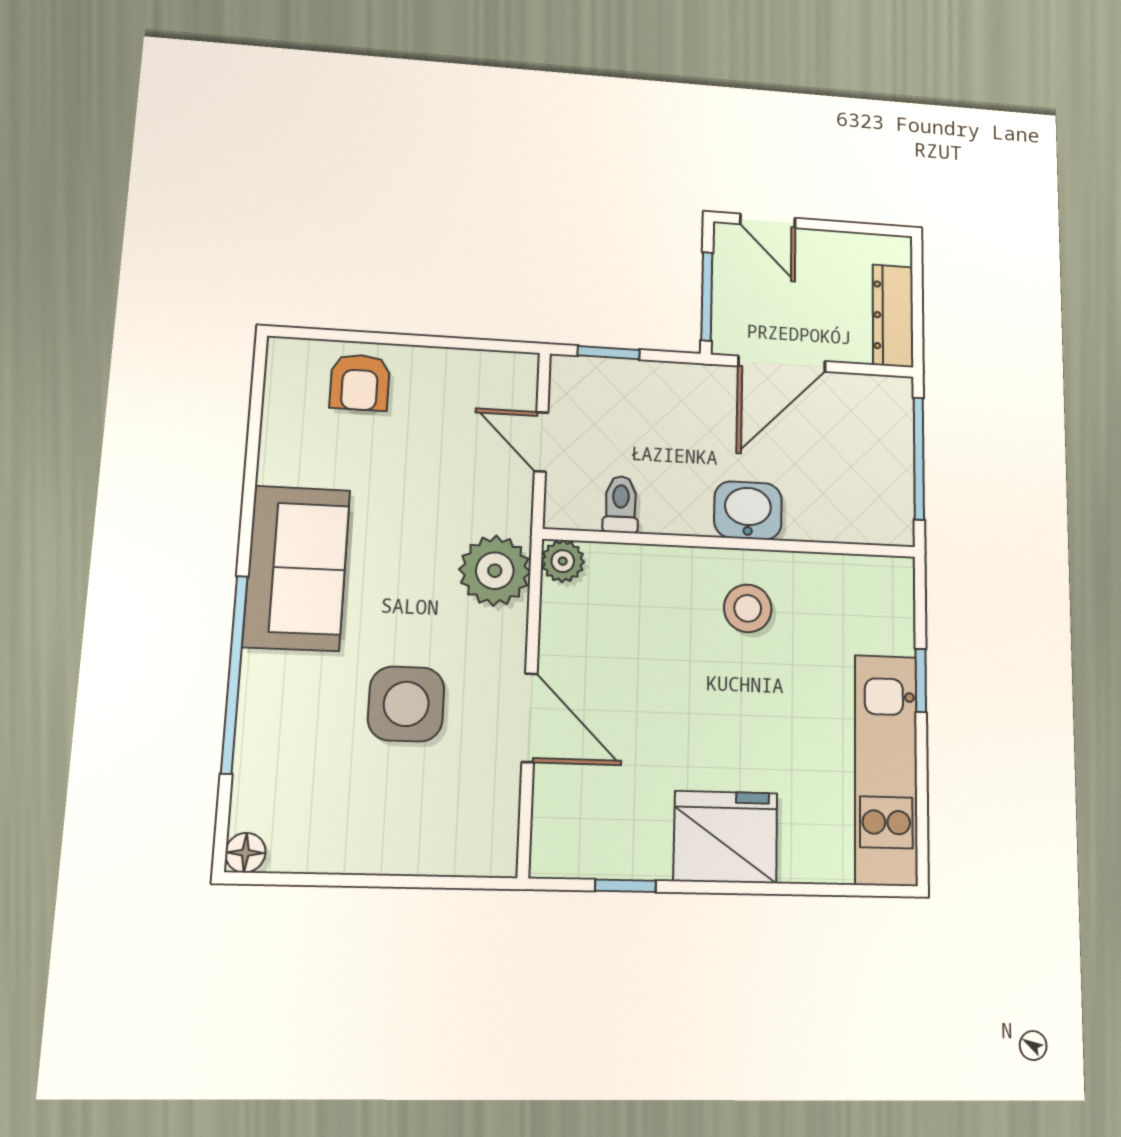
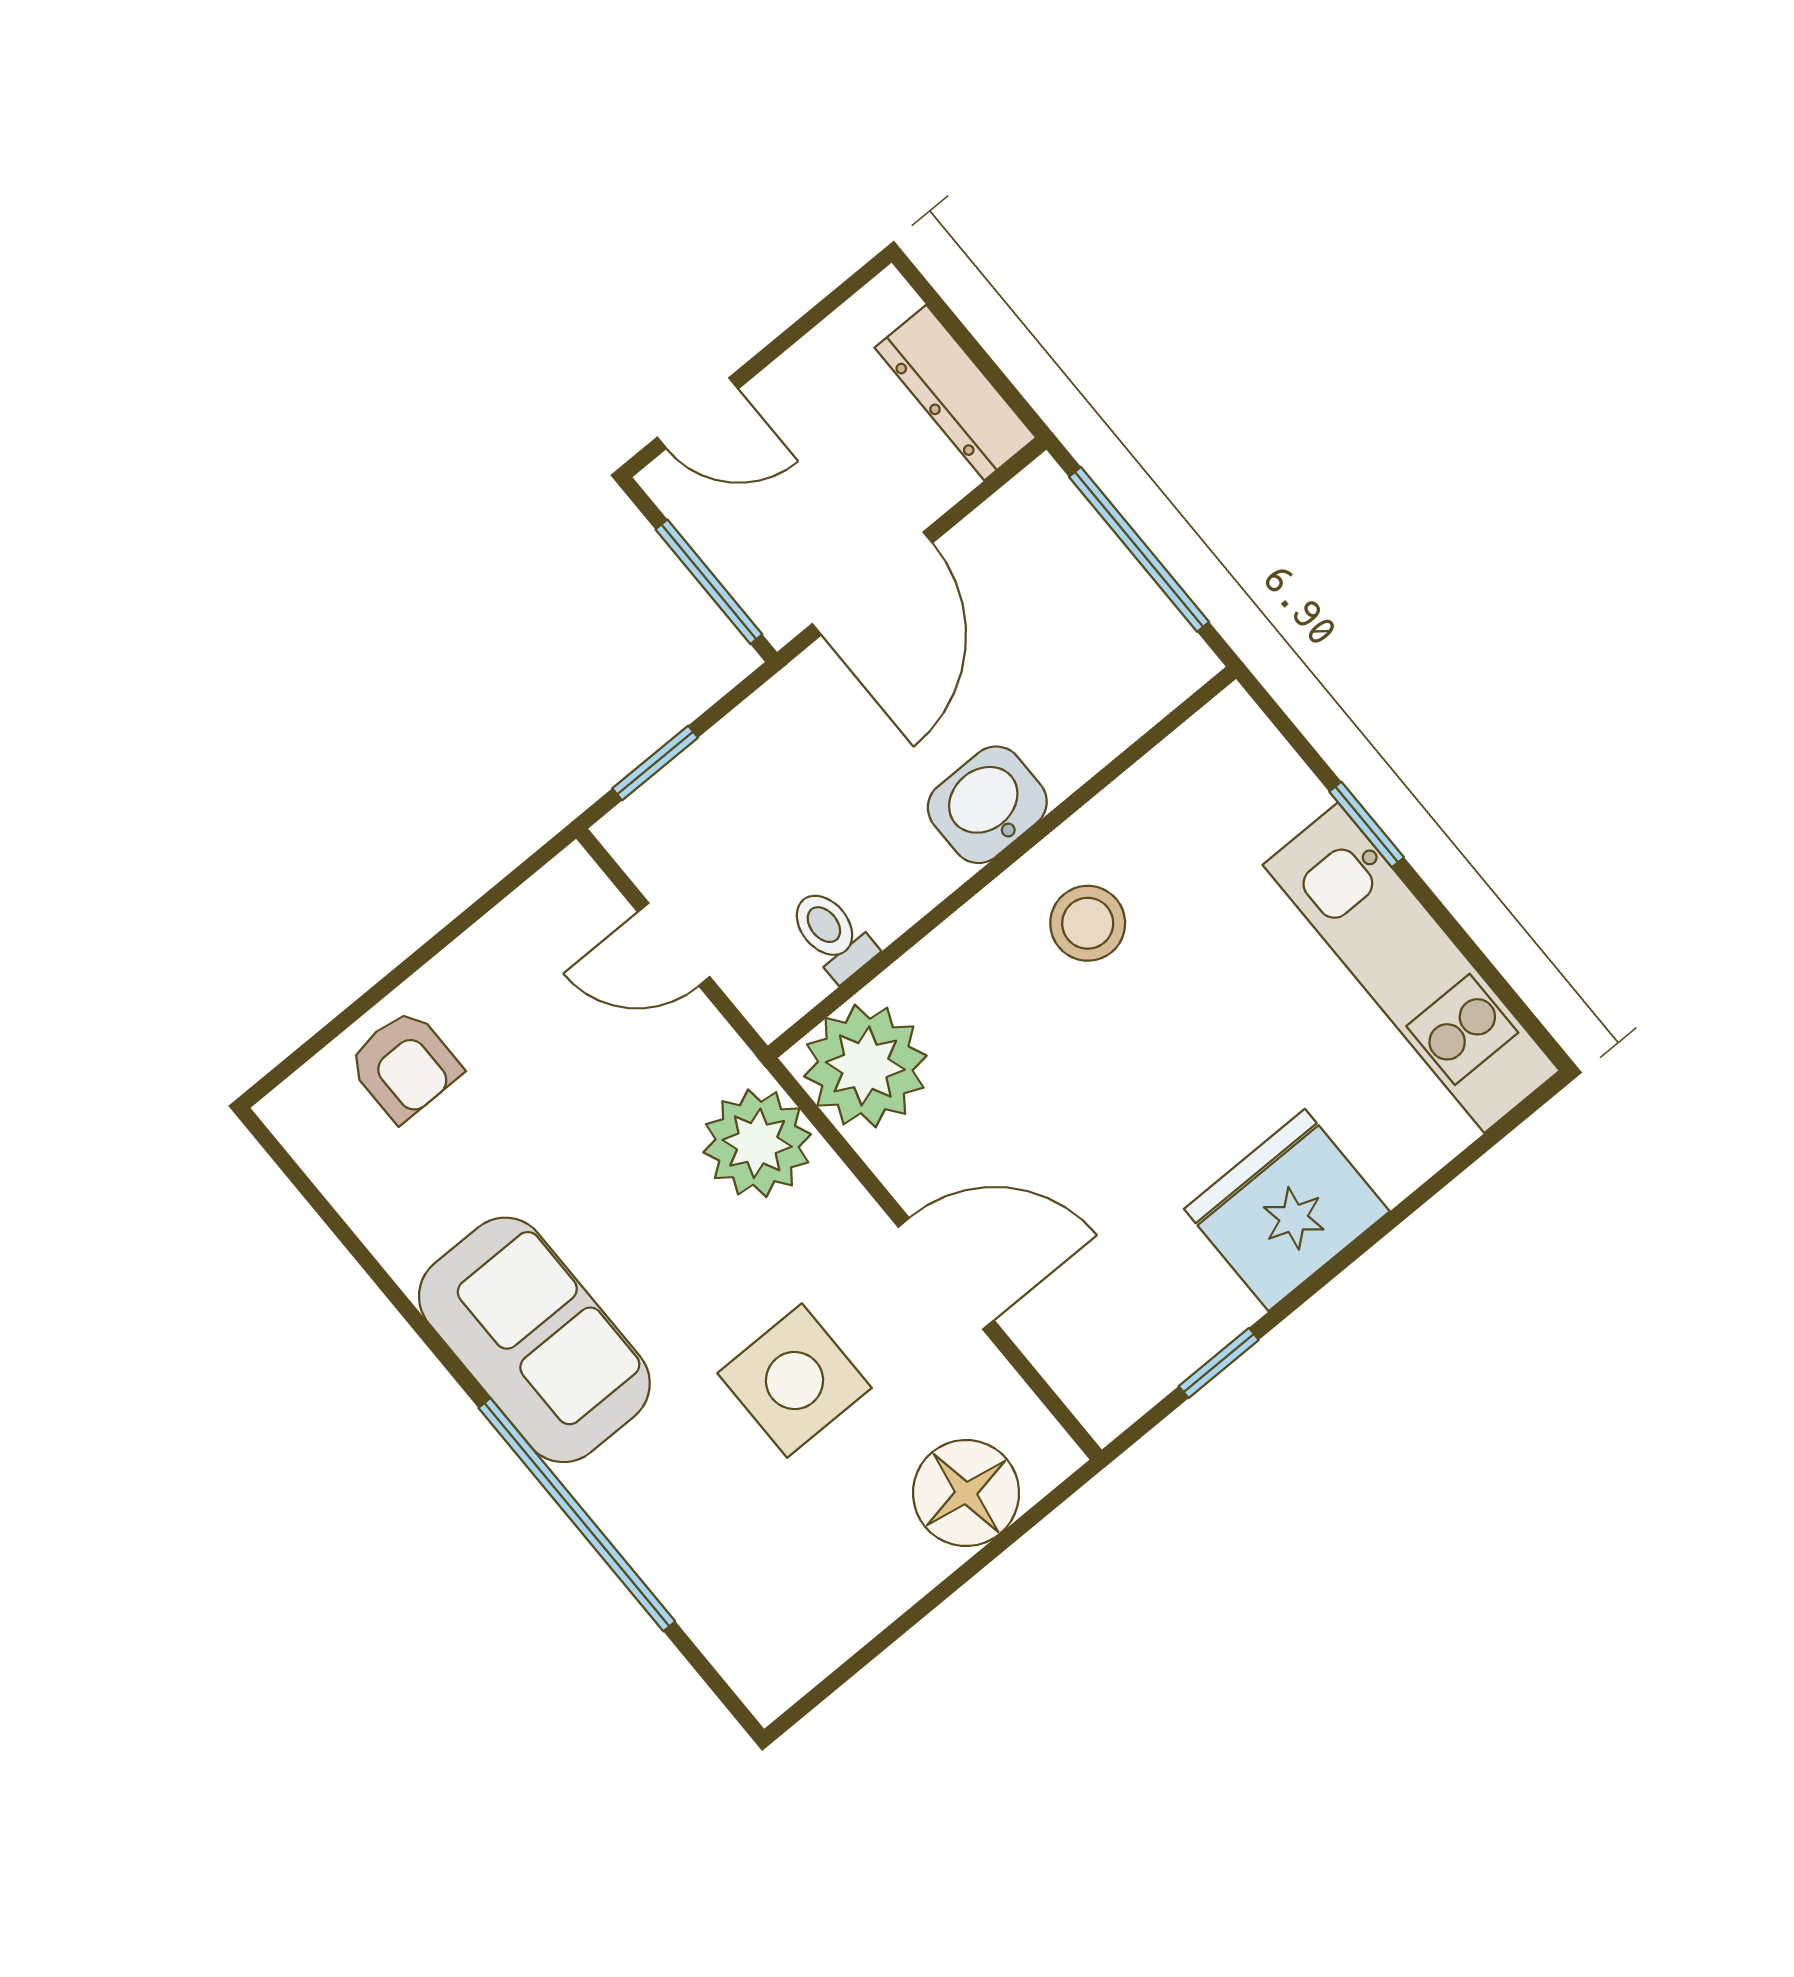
plant: (563, 561) -> (865, 1066), width x1.87, depth x1.87
floor lamp: (245, 853) -> (966, 1493), moved, width x1.89, depth x1.89

